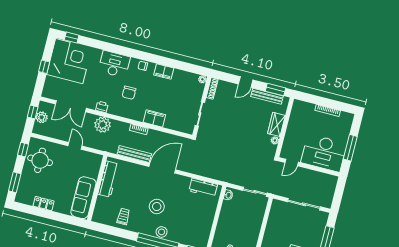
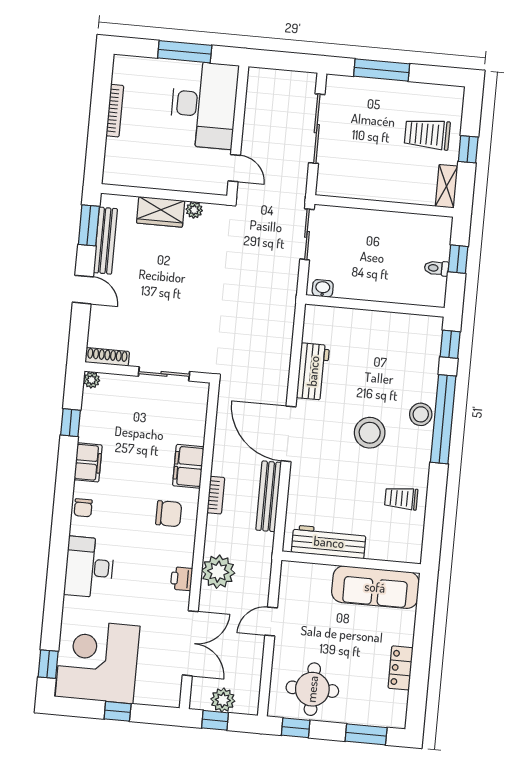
window: (184, 66) -> (71, 423), added
chair: (129, 93) -> (169, 514), moved
workbench: (203, 188) -> (313, 371), moved

